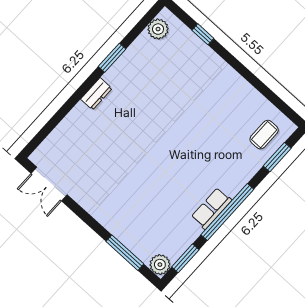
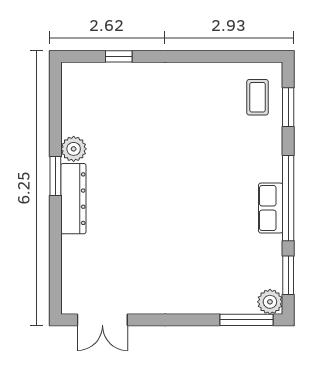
plant: (158, 29) -> (74, 149), moved
window: (112, 58) -> (55, 176), moved
dresser: (96, 94) -> (73, 199), width x1.96, depth x1.24
window: (125, 253) -> (246, 320), moved

